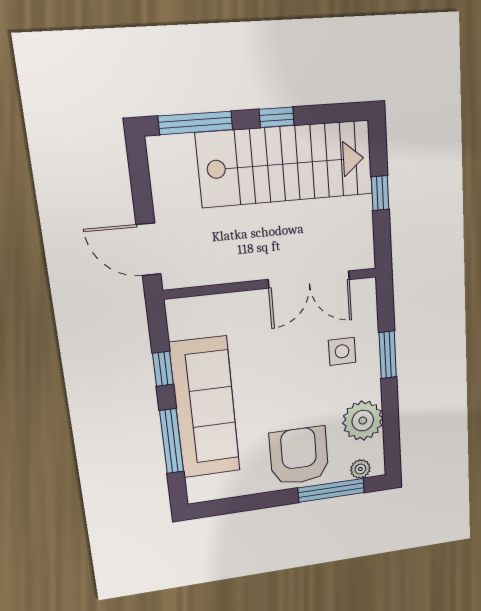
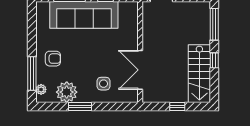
stairs: (286, 164) -> (199, 74), width x0.73, depth x0.66
window: (388, 355) -> (80, 106), moved
armchair: (299, 456) -> (53, 59), width x0.53, depth x0.53

